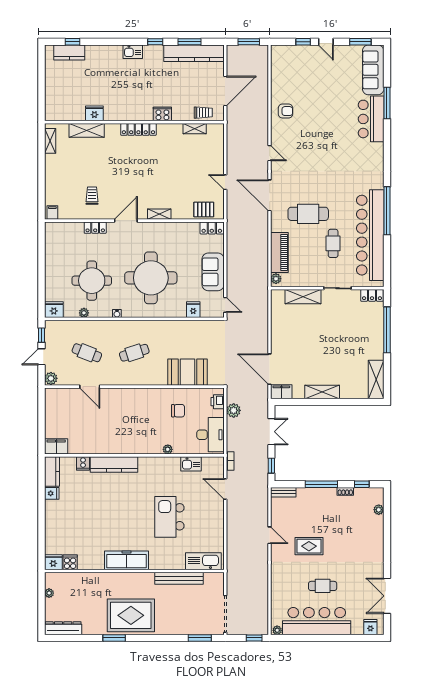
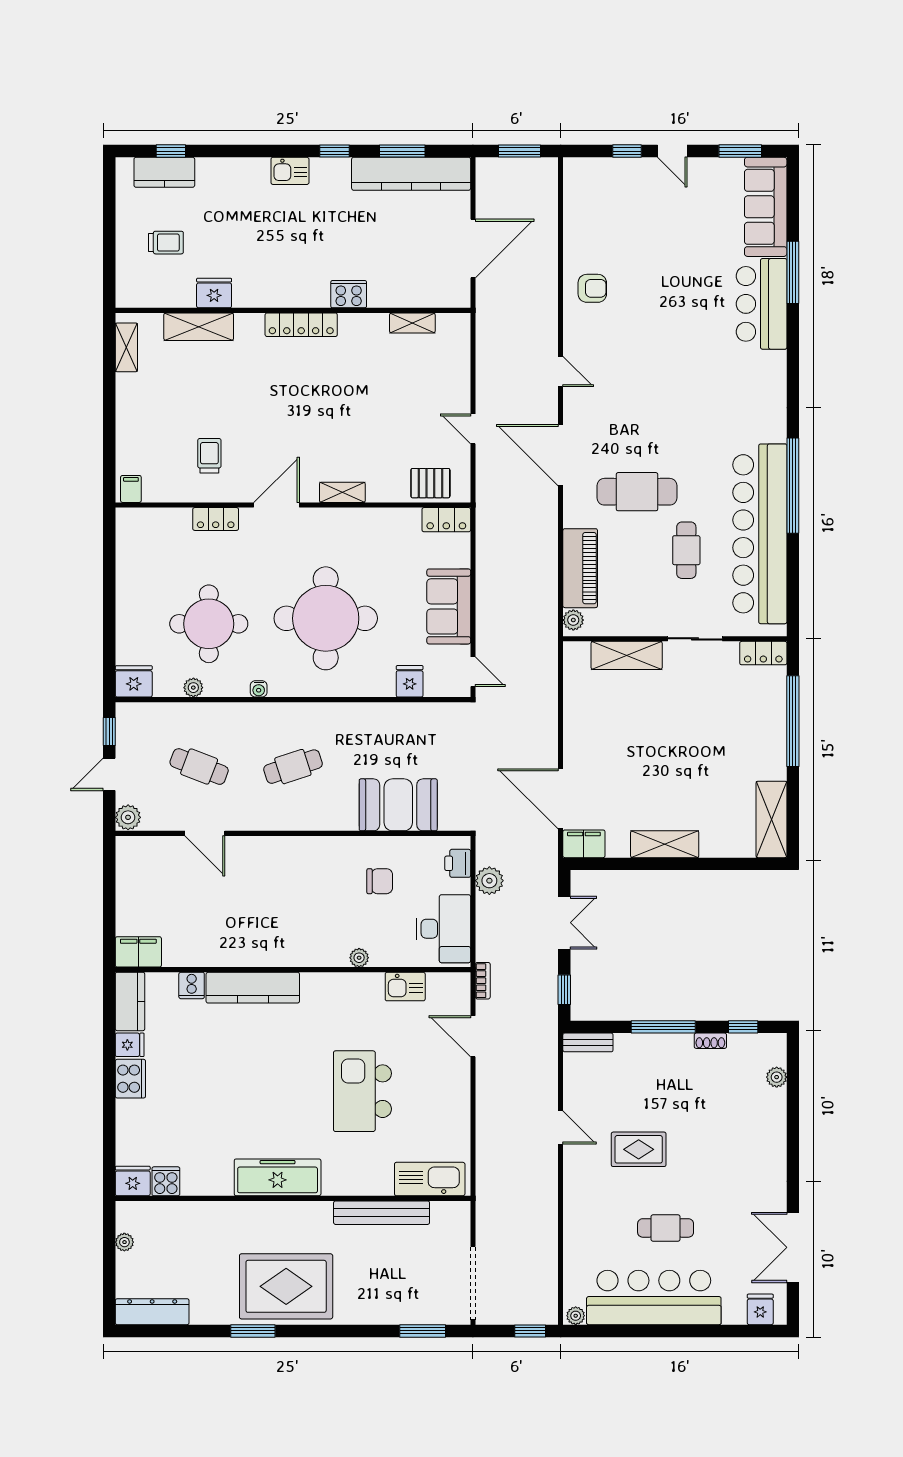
trolley: (203, 113) -> (166, 243), moved
cooker: (52, 510) -> (130, 1079), added

